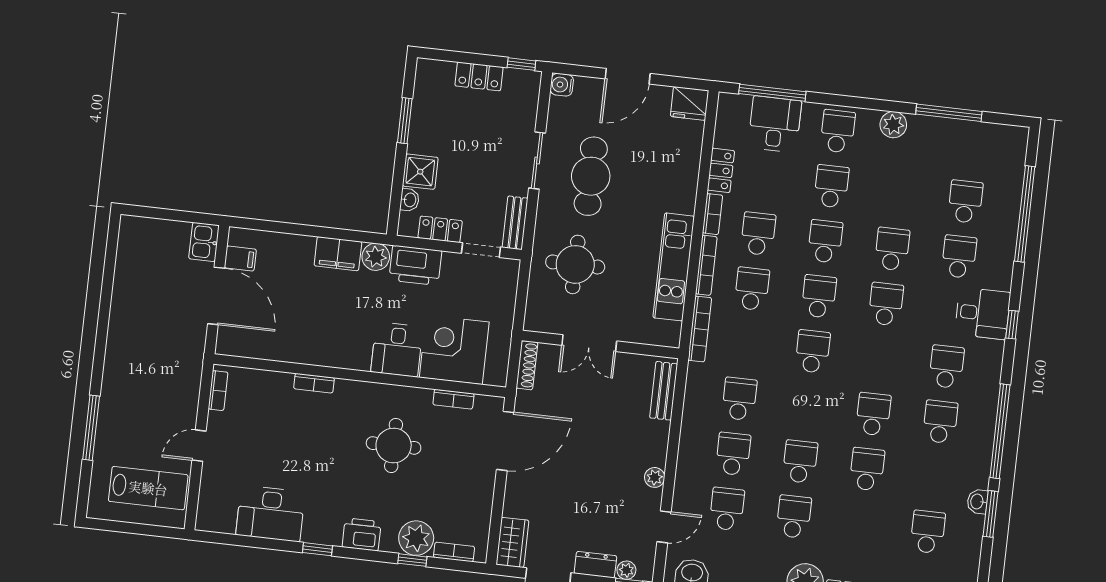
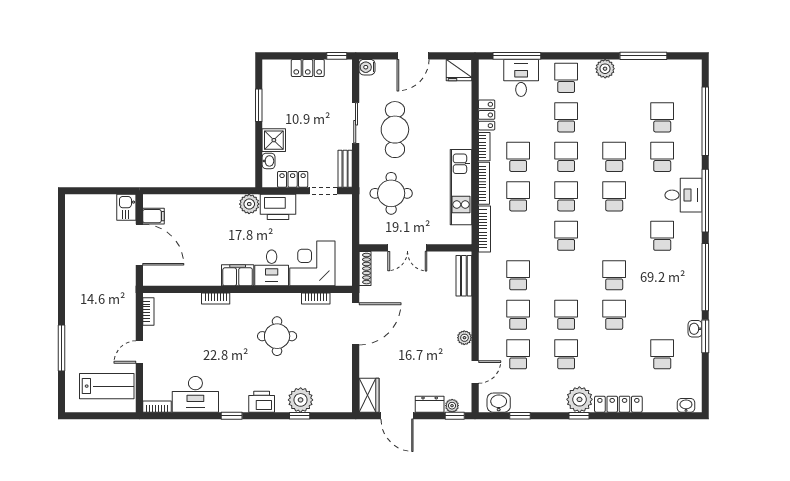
filing cabinet: (338, 254) -> (238, 275), moved, turned 180
window: (1012, 325) -> (705, 201), width x3.17
school desk: (940, 422) -> (662, 275), removed
bookcase: (454, 552) -> (157, 407), moved

